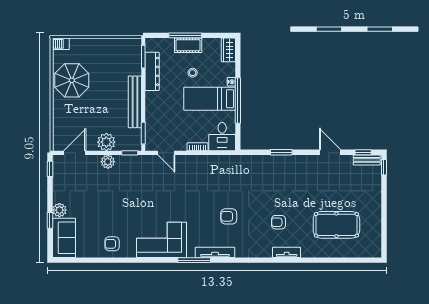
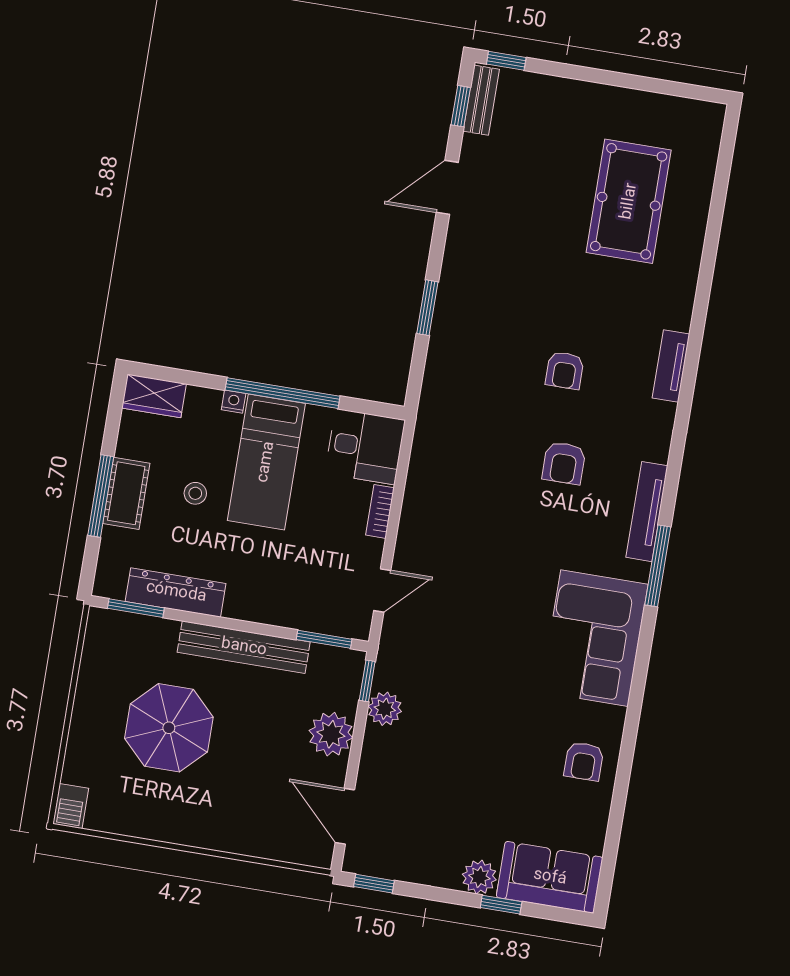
parasol: (72, 80) -> (169, 728), moved
plant: (108, 162) -> (385, 709), moved
armchair: (278, 222) -> (565, 370), moved
tv unit: (287, 252) -> (671, 366), moved

